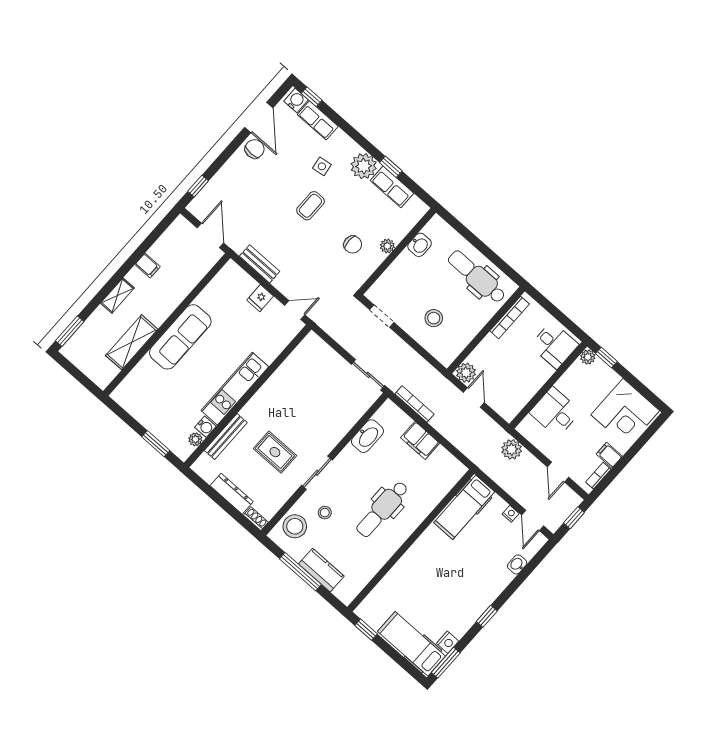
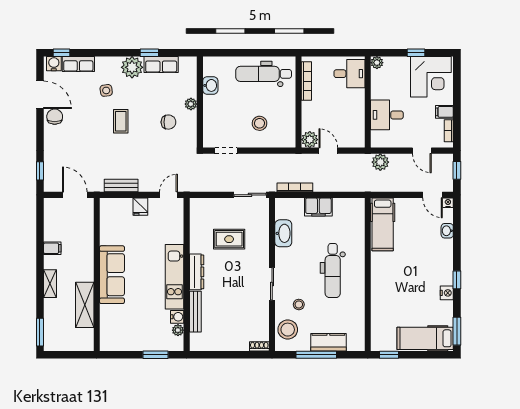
window: (606, 358) -> (416, 53), moved
rug: (275, 452) -> (229, 239), moved
dresser: (232, 494) -> (197, 272), moved, turned 90
nightstand: (511, 514) -> (448, 203), moved
nightstand: (448, 642) -> (447, 293), moved

